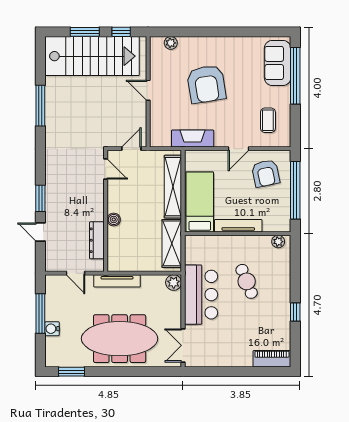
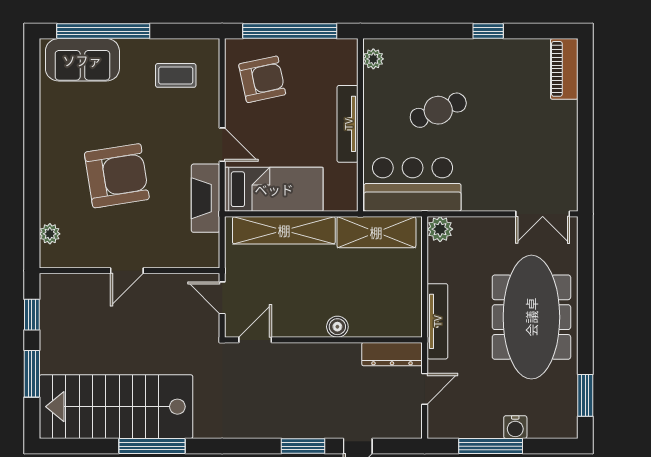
stairs: (92, 56) -> (116, 407), moved, turned -90
door: (238, 149) -> (222, 145), moved
bed: (200, 202) -> (274, 189), moved, turned 180
dresser: (97, 240) -> (392, 354), moved
bar counter: (201, 295) -> (413, 184), moved

